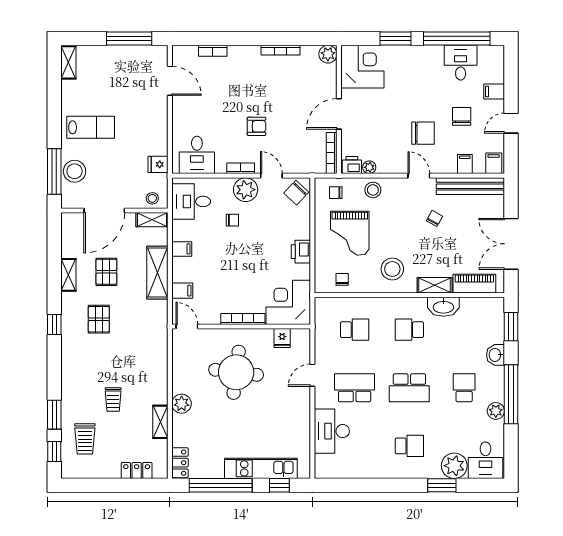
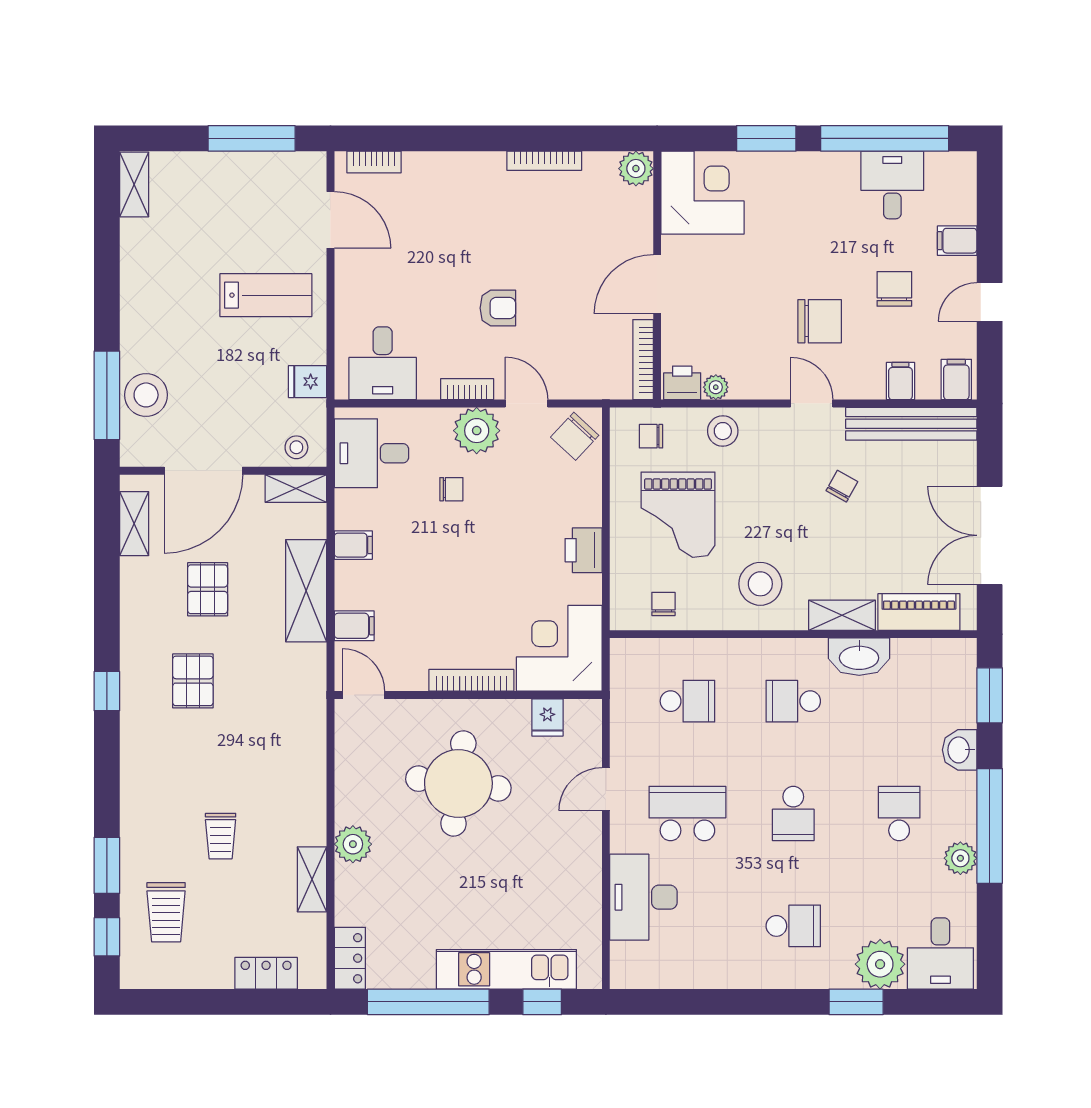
bookcase: (213, 51) -> (374, 162), moved
lab bench: (91, 127) -> (266, 295), moved
shelving: (68, 275) -> (134, 524), moved
school desk: (409, 388) -> (793, 814), width x0.54

